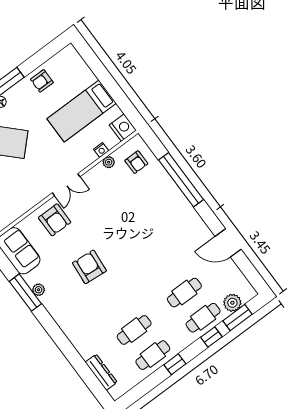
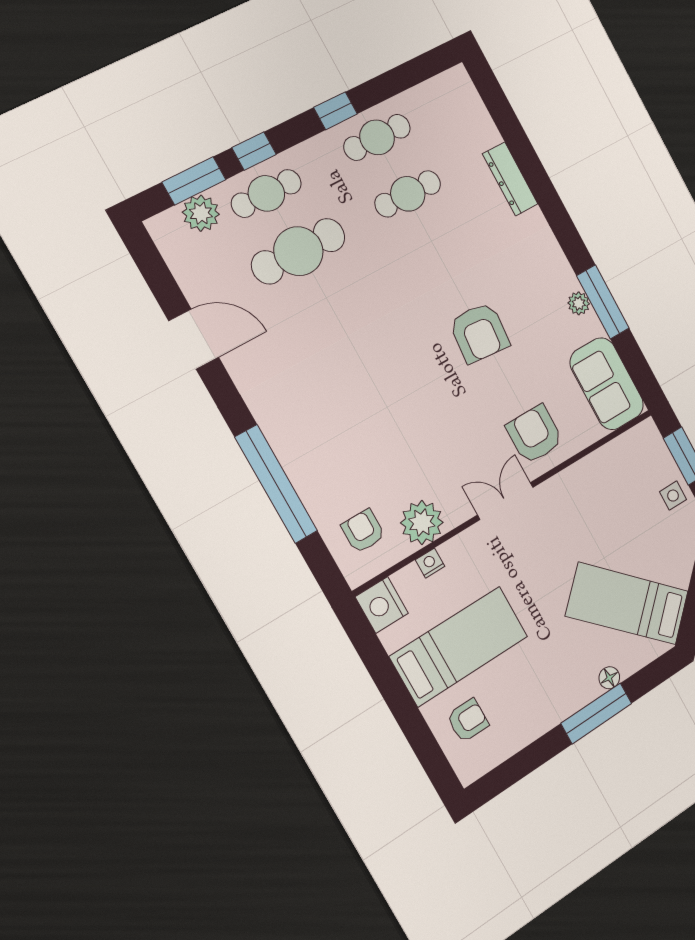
armchair: (42, 81) -> (468, 720), moved
plant: (109, 162) -> (422, 523), width x1.88, depth x1.88
cafe table: (184, 293) -> (298, 251), width x1.37, depth x1.35
dresser: (101, 372) -> (510, 179), moved

